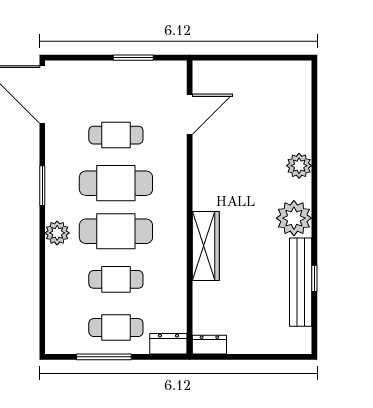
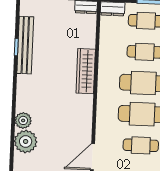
plant: (294, 218) -> (26, 141), moved

